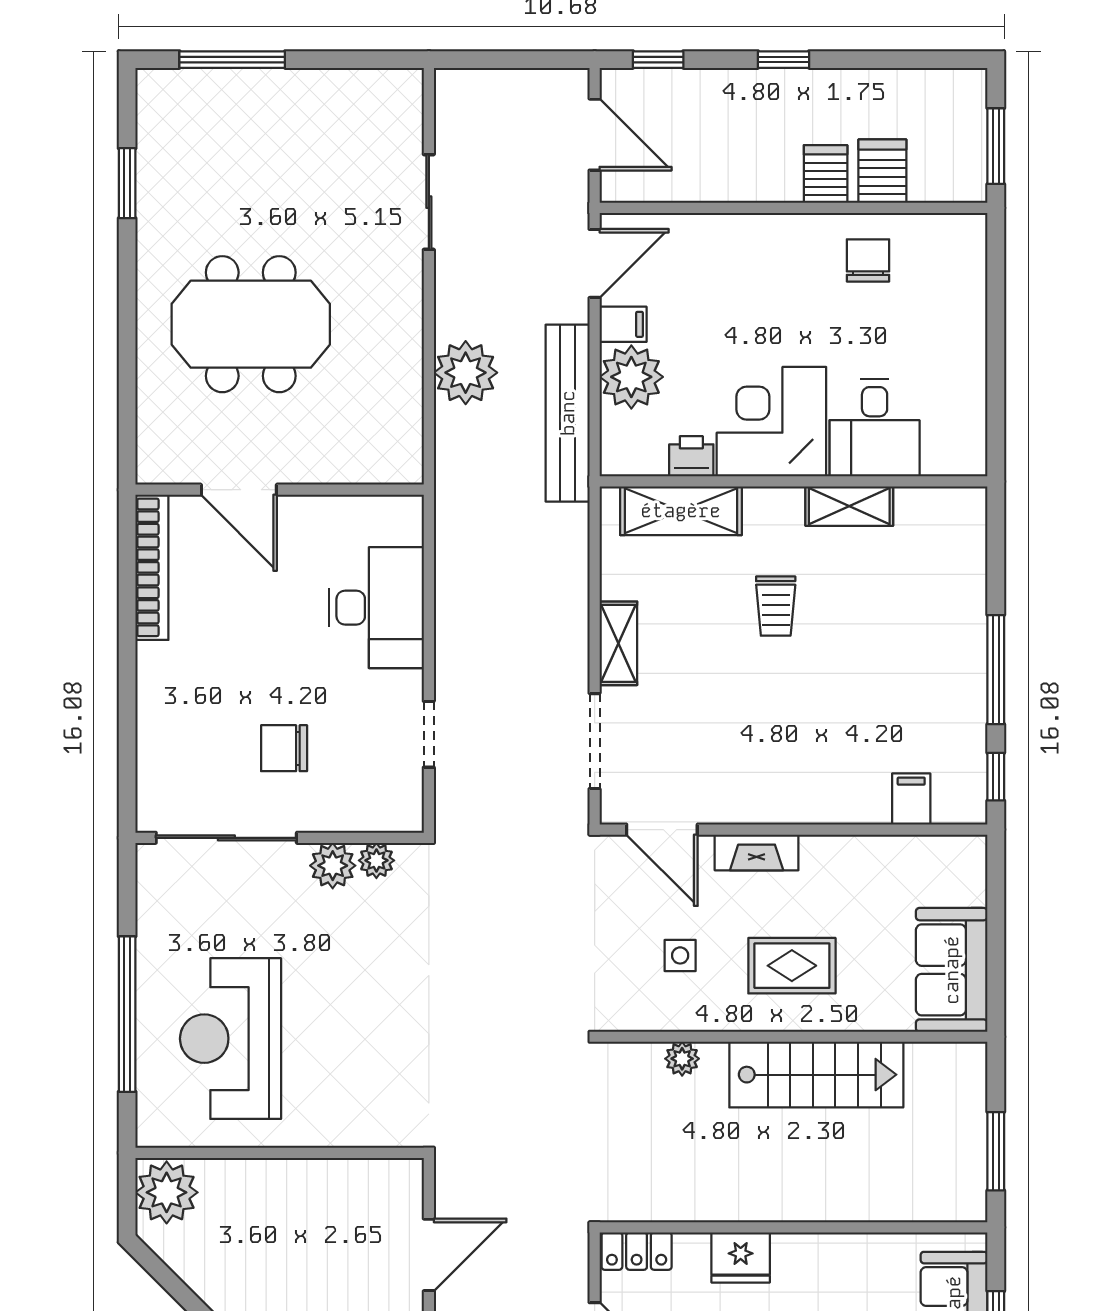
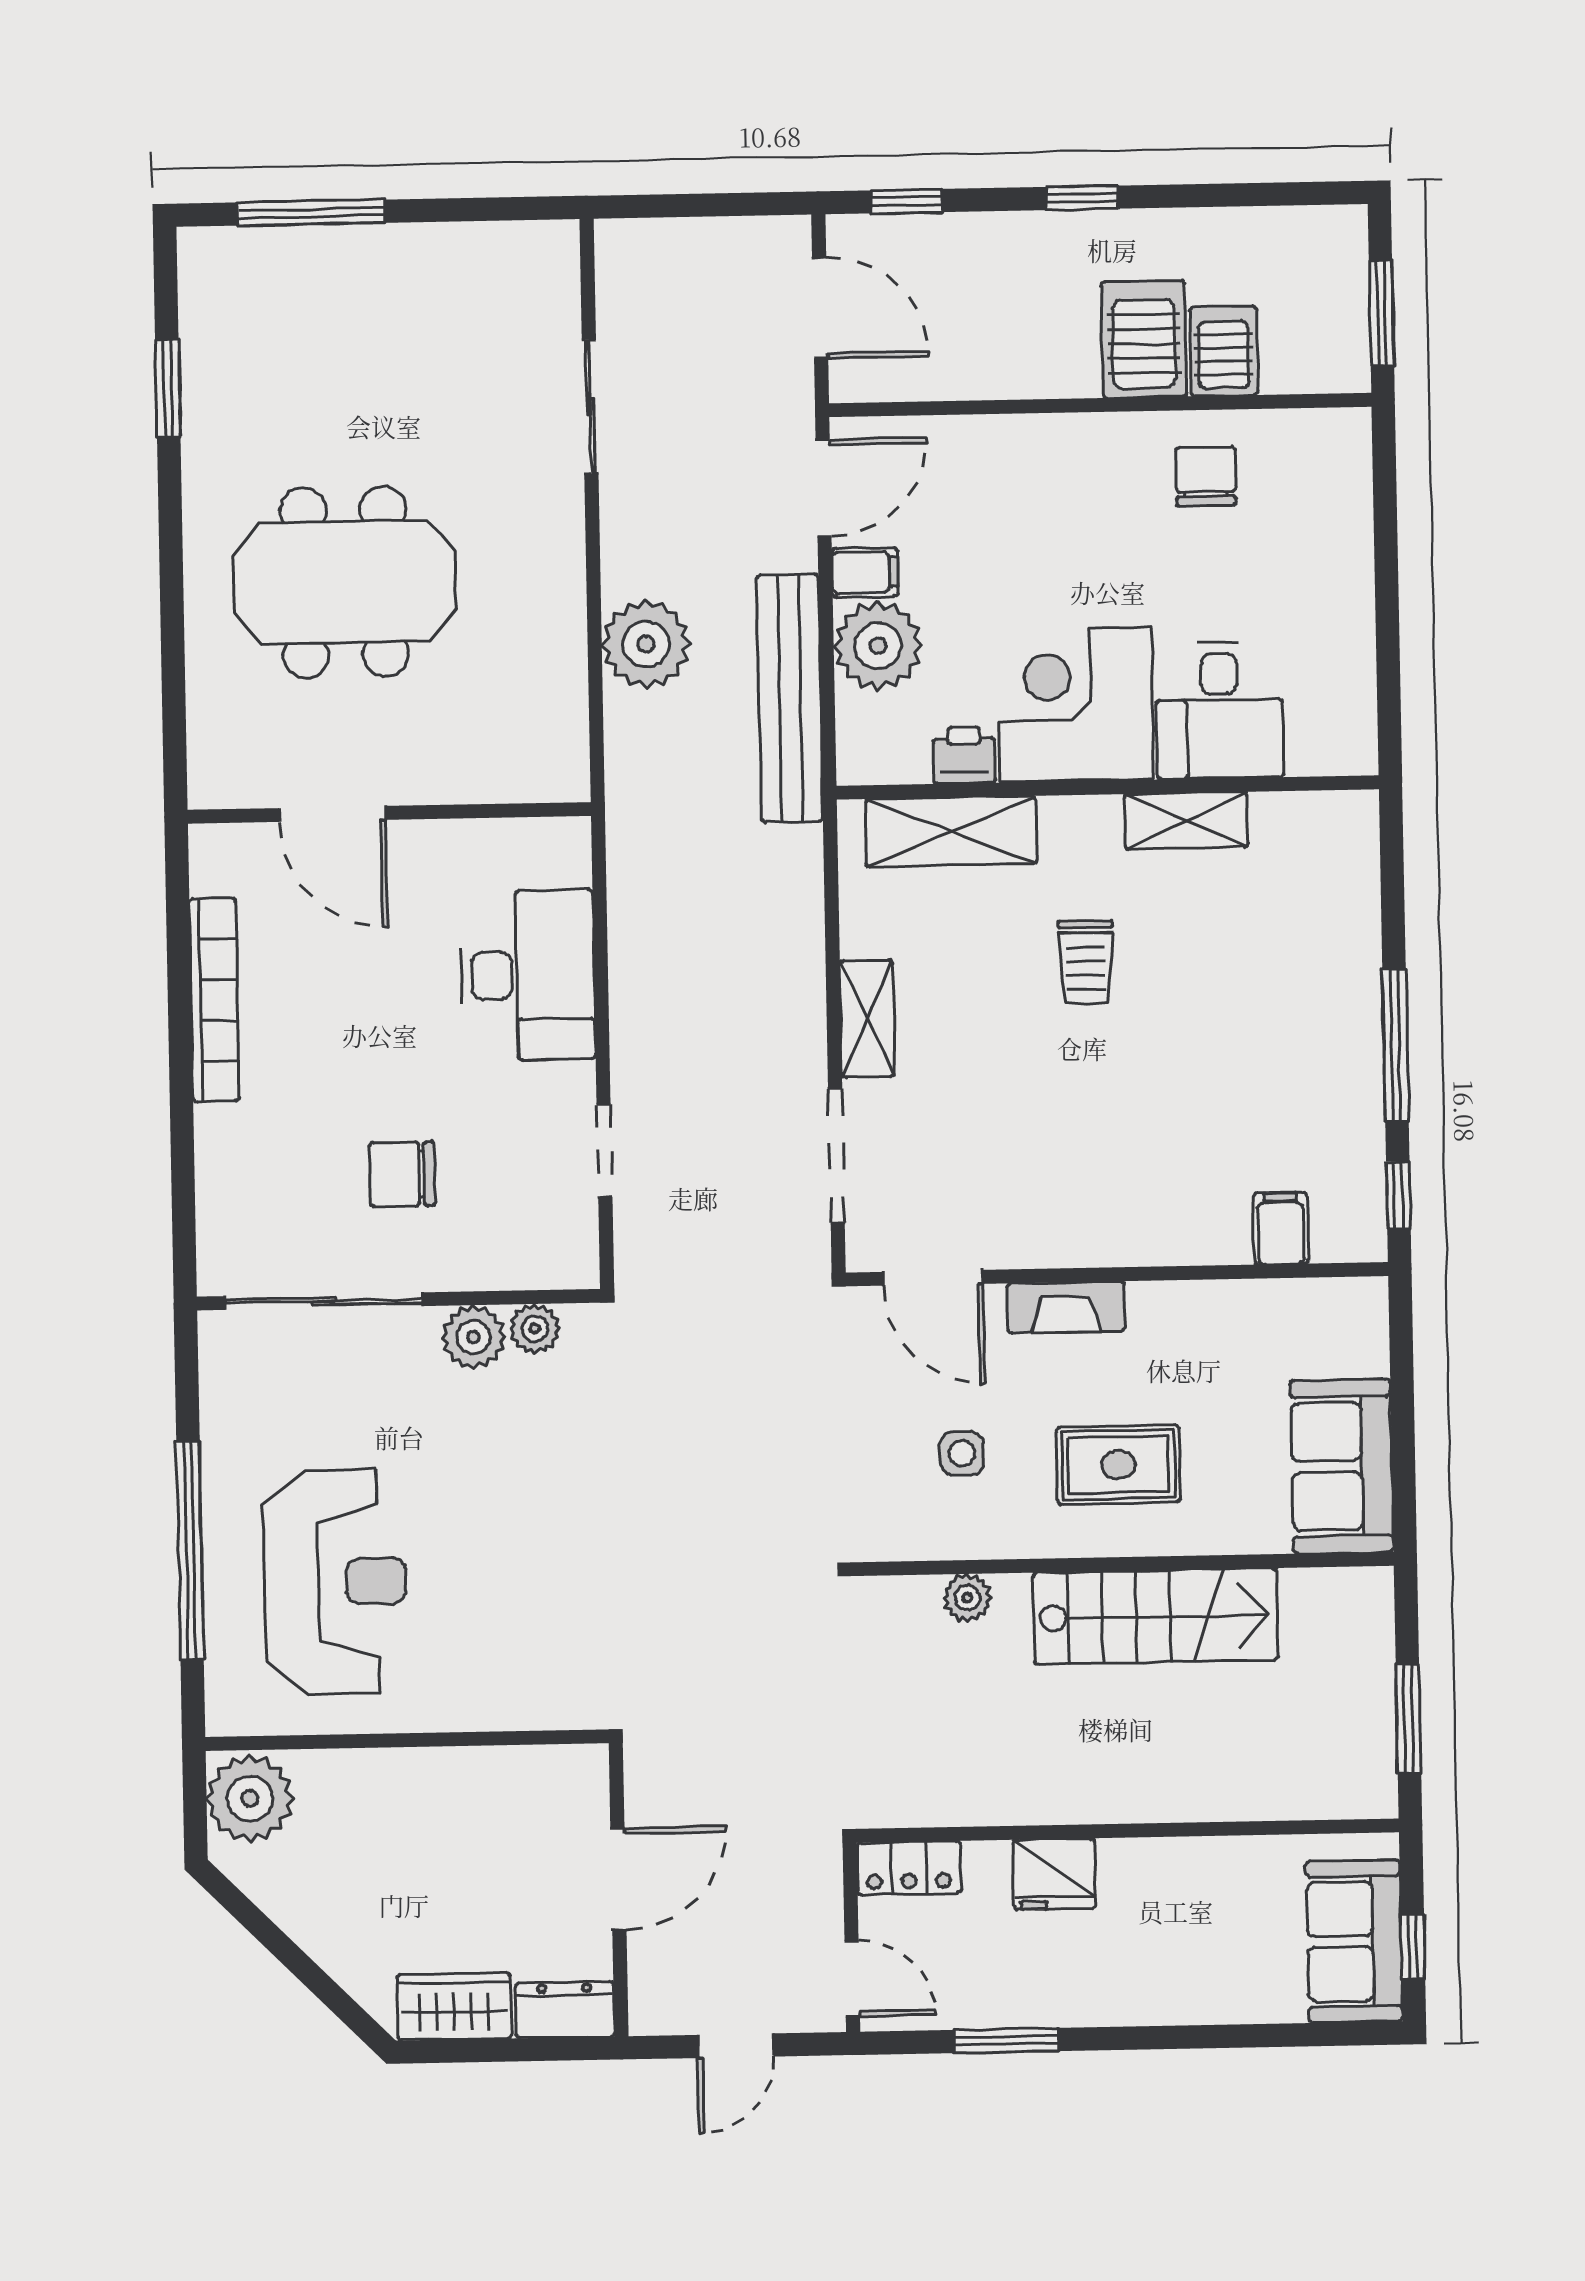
server rack: (826, 174) -> (1144, 339), width x1.36, depth x1.44
bookcase: (152, 567) -> (214, 1000), moved
reception desk: (231, 1039) -> (335, 1582), turned 180

